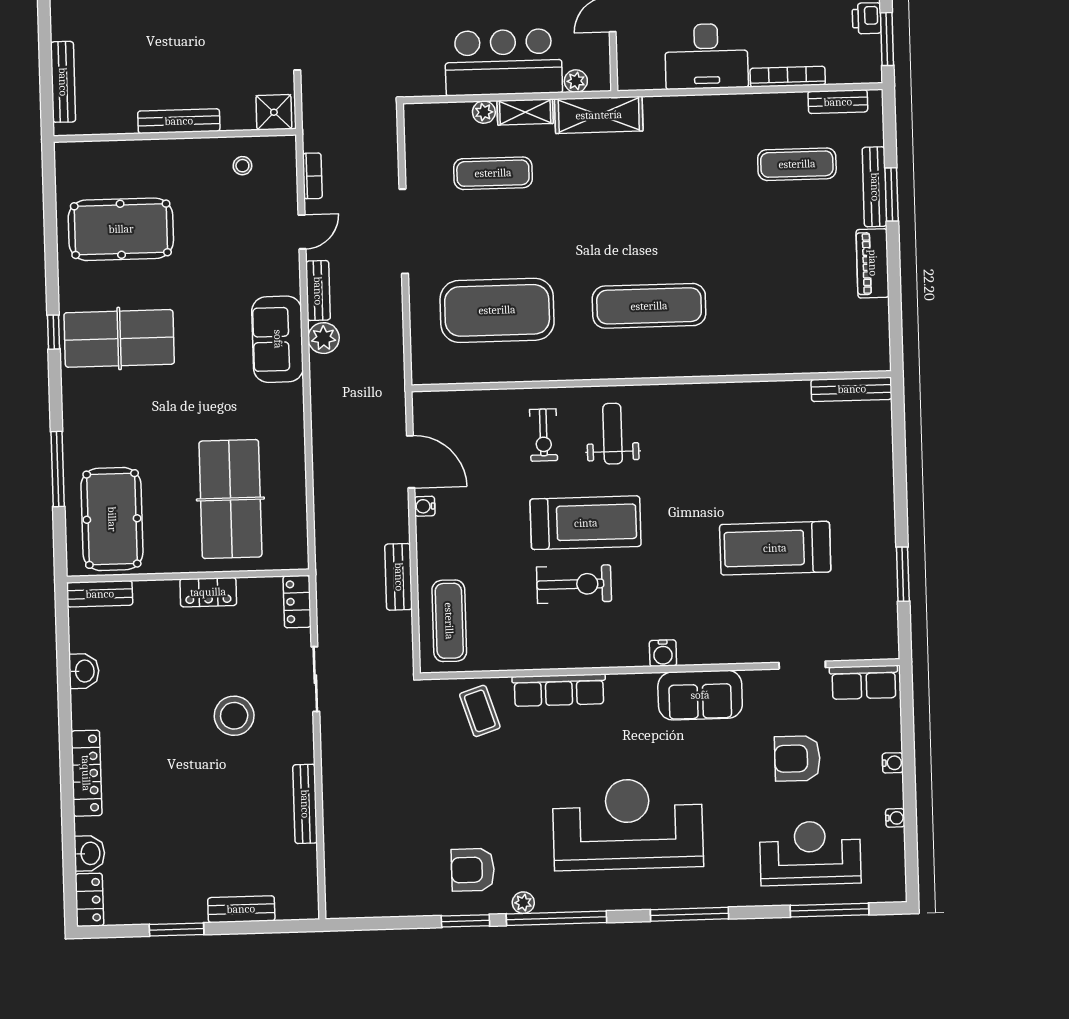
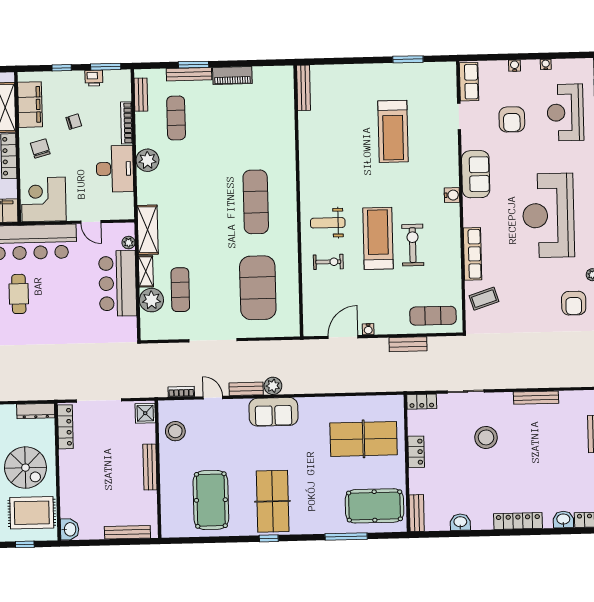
plant: (484, 112) -> (151, 300), width x1.88, depth x1.88
plant: (722, 114) -> (147, 160), added
stool: (242, 166) -> (175, 431), width x1.89, depth x1.89

